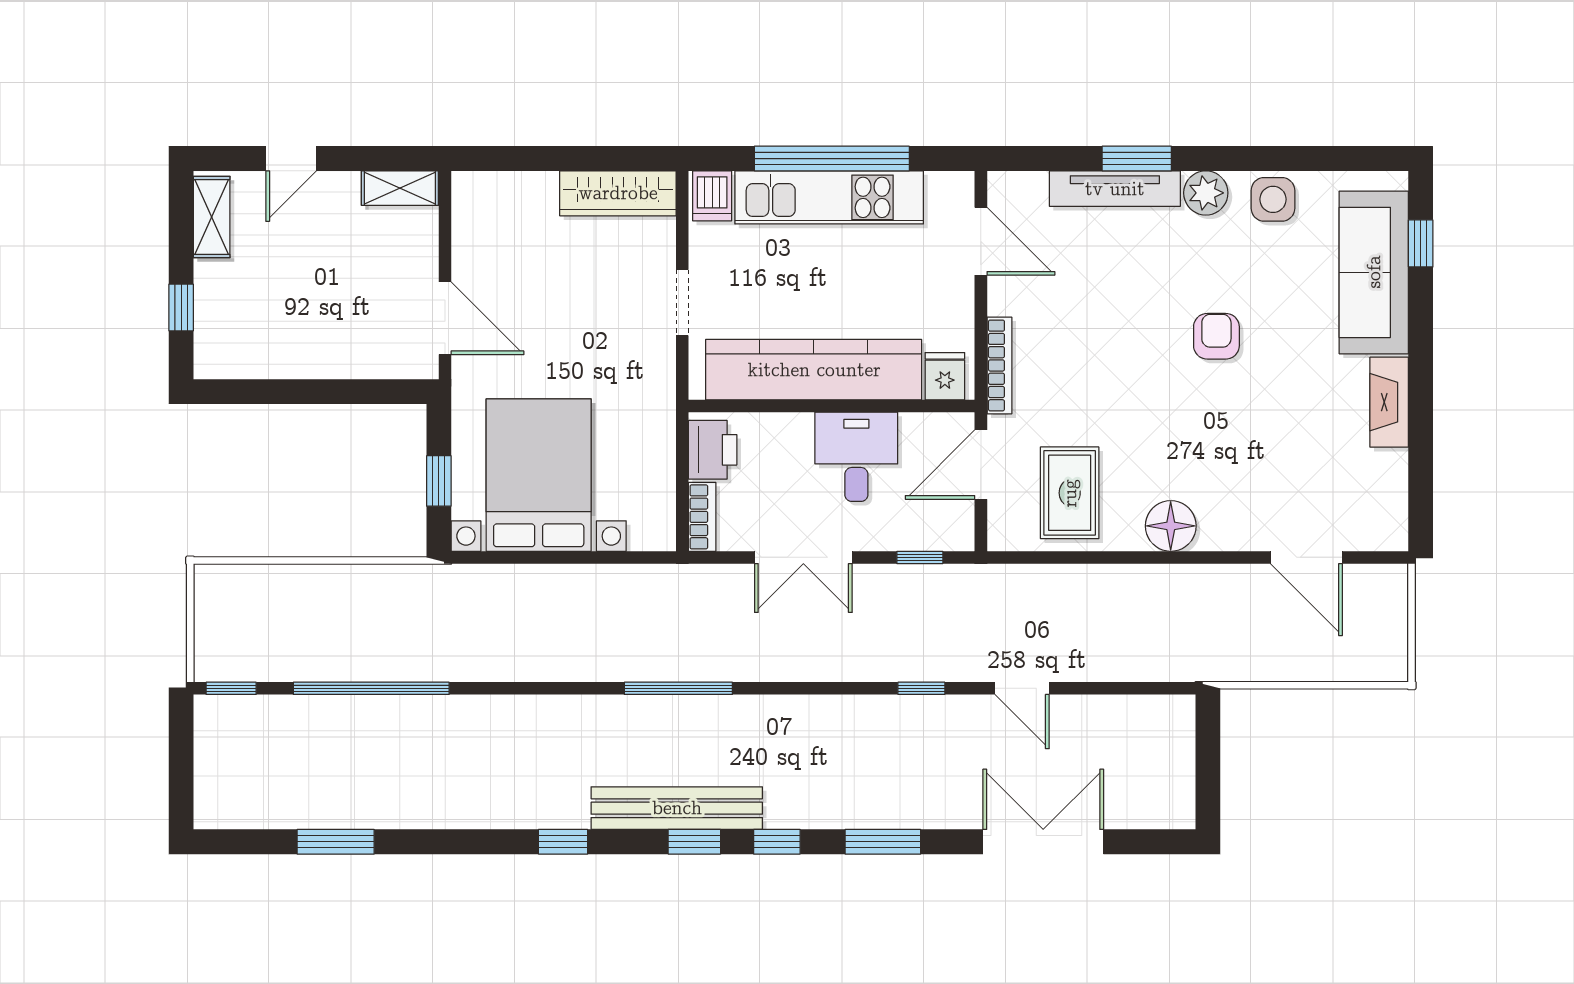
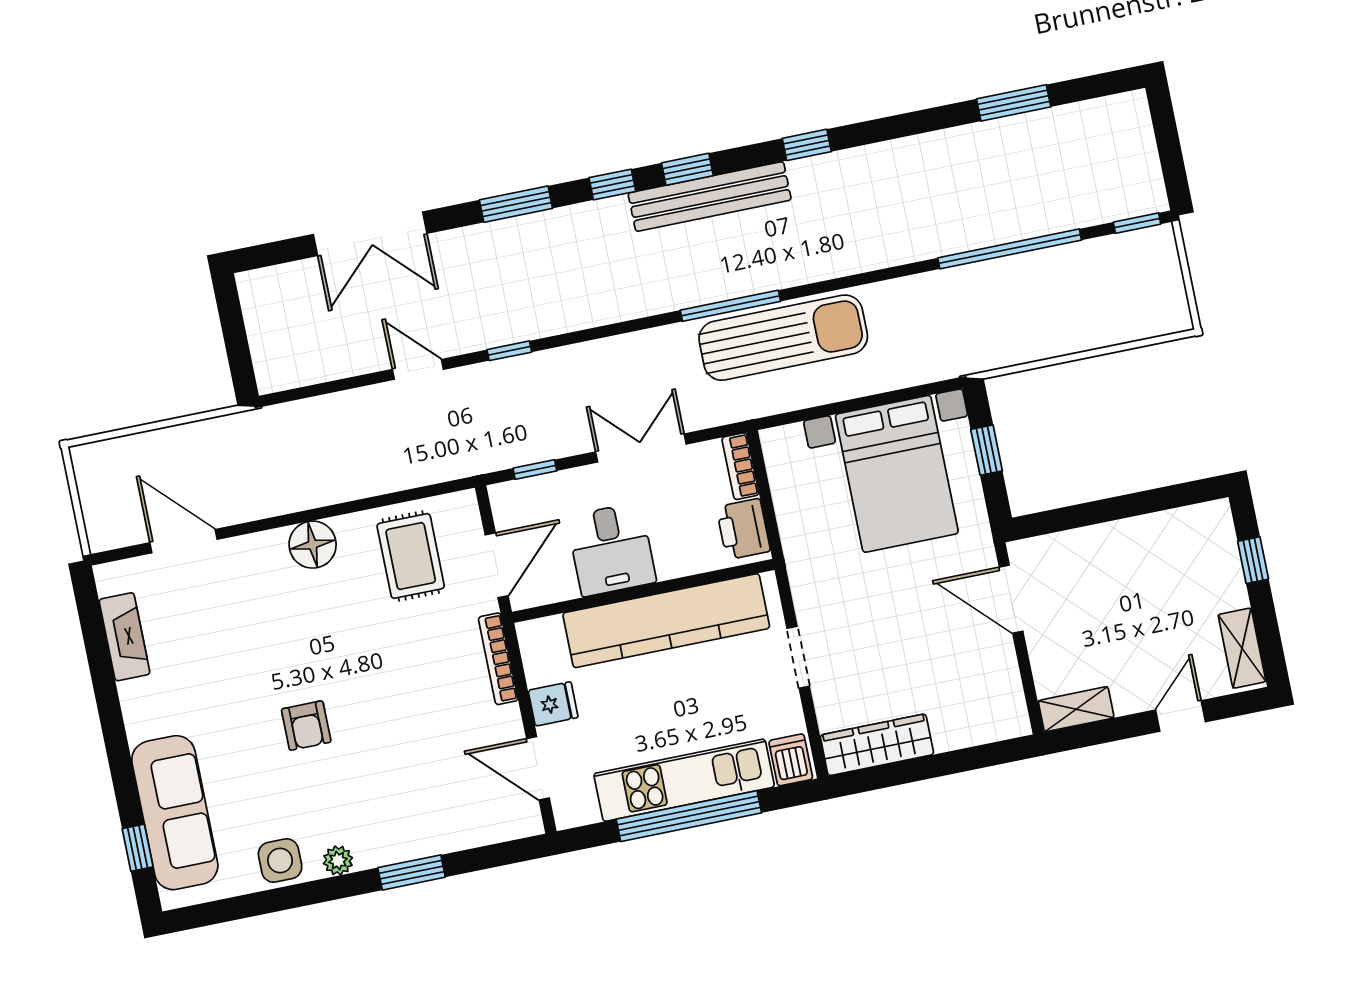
tv unit: (1115, 189) -> (426, 841), removed
plant: (1206, 193) -> (338, 861), width x0.73, depth x0.73
fridge: (945, 376) -> (553, 704), moved, turned -90
fireplace: (1389, 402) -> (125, 637), moved
sun lounger: (629, 643) -> (783, 338), added

